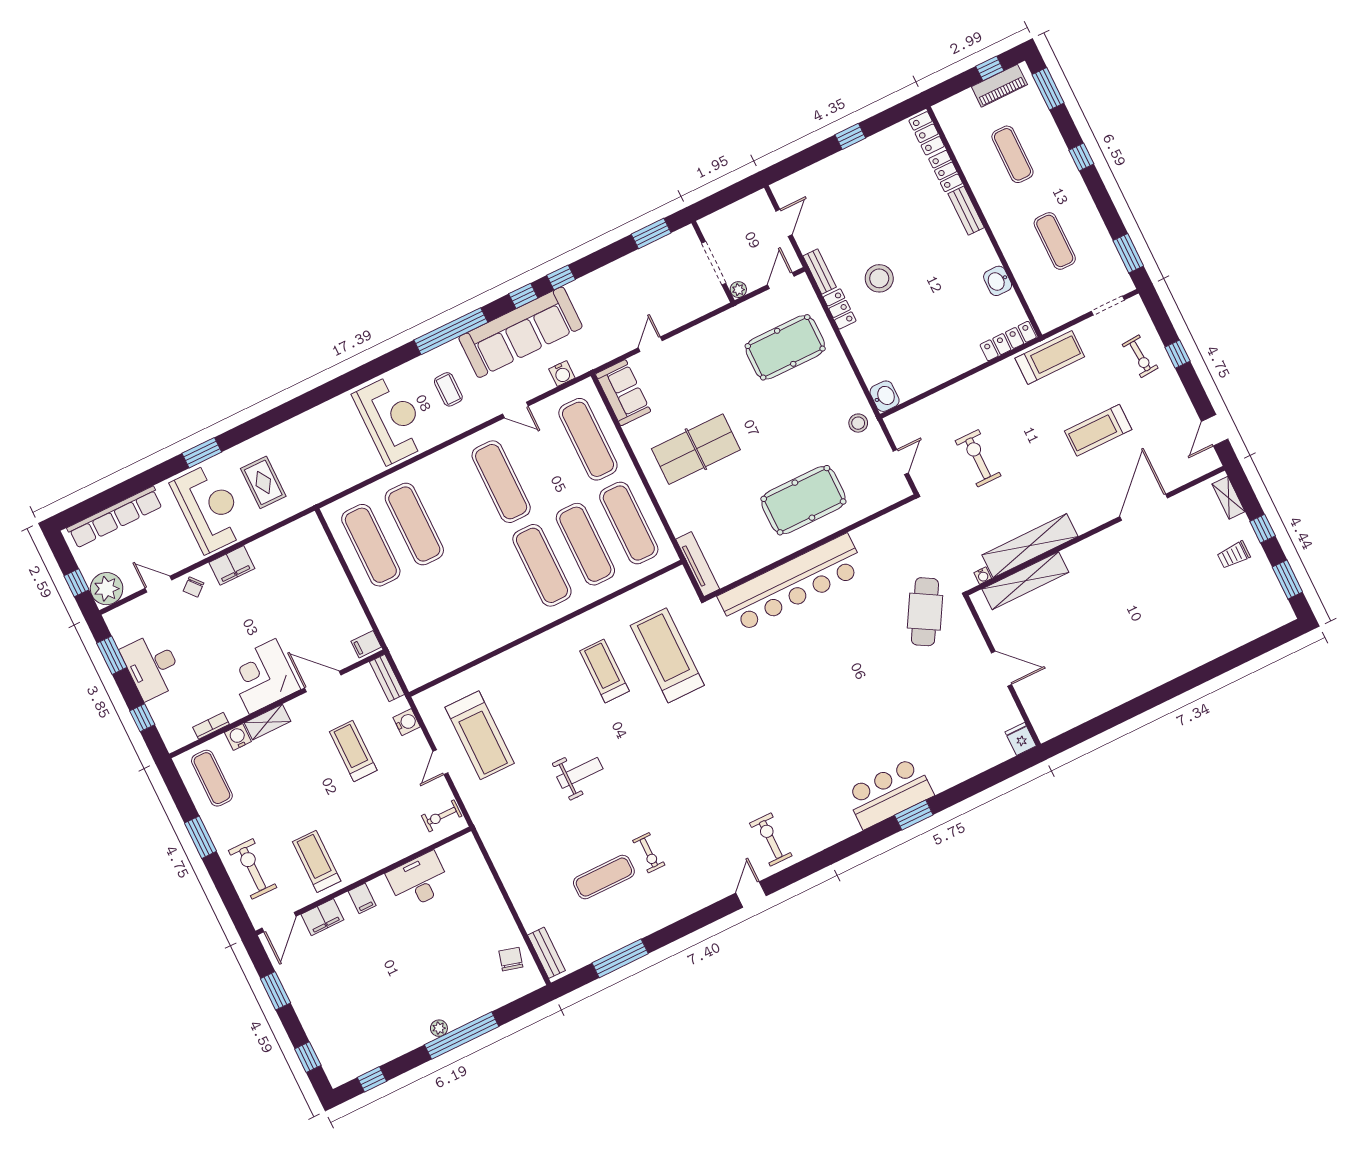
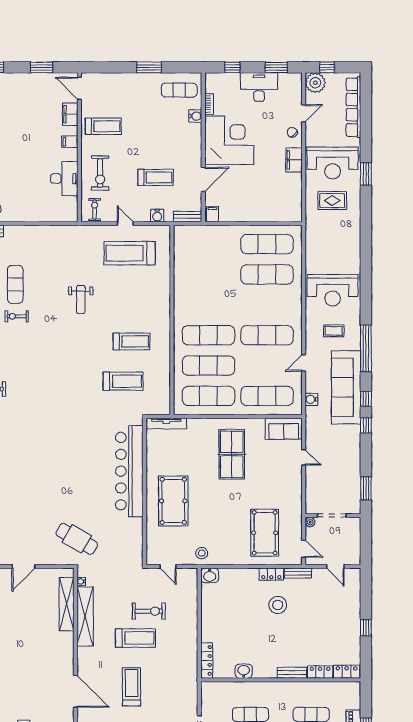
treadmill: (1050, 357) -> (135, 638), moved, turned -90
treadmill: (667, 655) -> (123, 381), width x0.73, depth x0.73
corner desk: (263, 676) -> (229, 140), width x1.36, depth x1.36
shelving: (267, 722) -> (196, 137), removed
exercise bike: (253, 869) -> (100, 173), moved, turned 90

